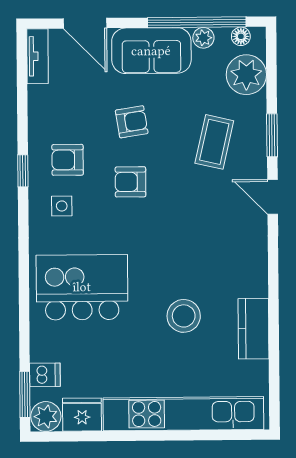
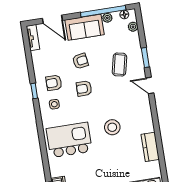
plant: (246, 75) -> (133, 27), width x0.53, depth x0.53
stool: (184, 316) -> (112, 127), moved

